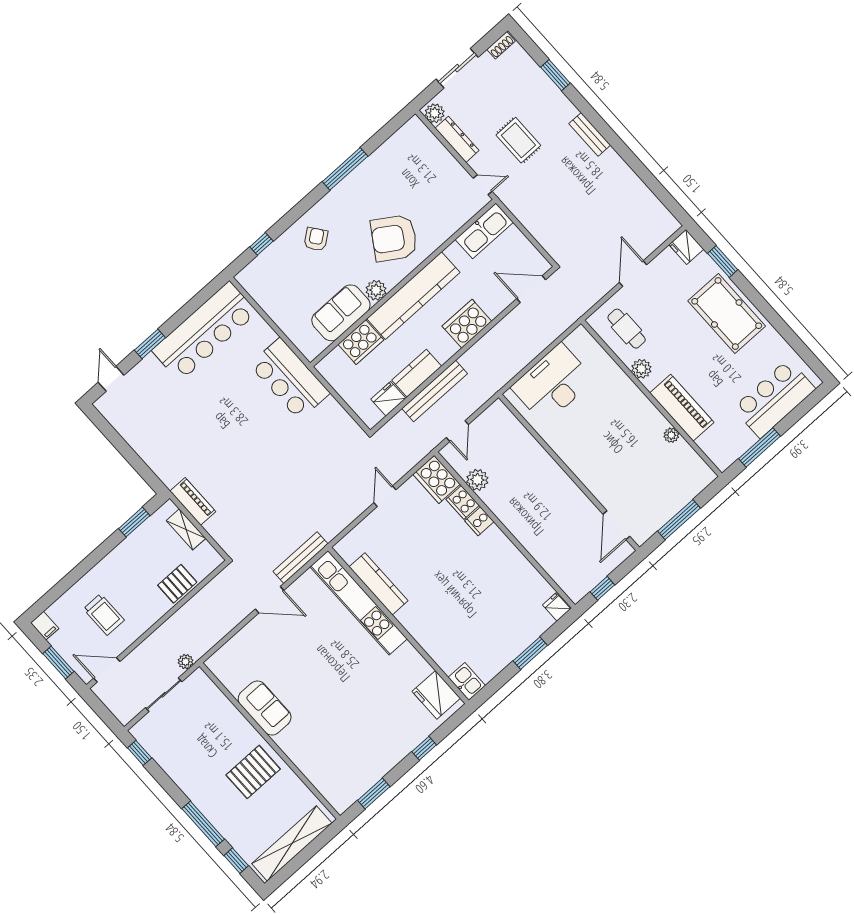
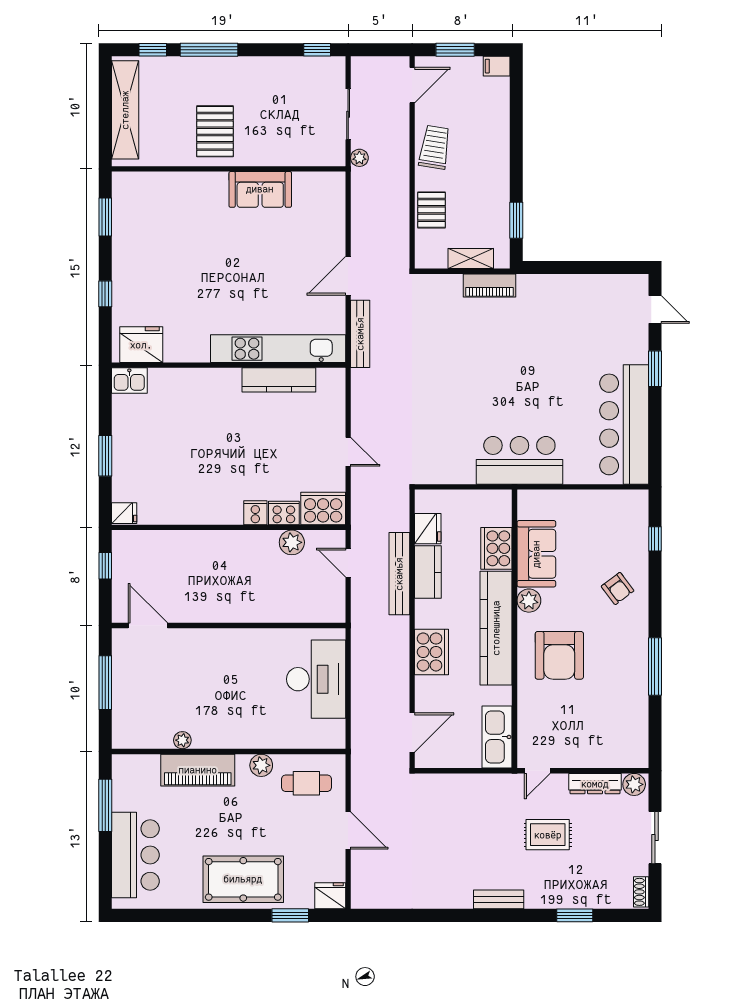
armchair: (394, 238) -> (559, 655), turned 147
trolley: (104, 615) -> (435, 147), moved, turned 99

